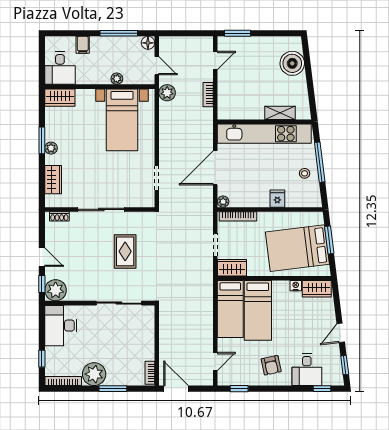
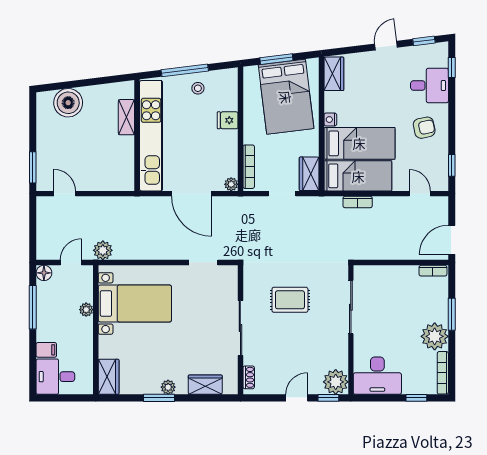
desk: (60, 68) -> (55, 377), moved, turned 180
bookcase: (208, 95) -> (358, 202), moved
nightstand: (296, 286) -> (330, 120), moved
door: (341, 333) -> (386, 46), swing flipped

